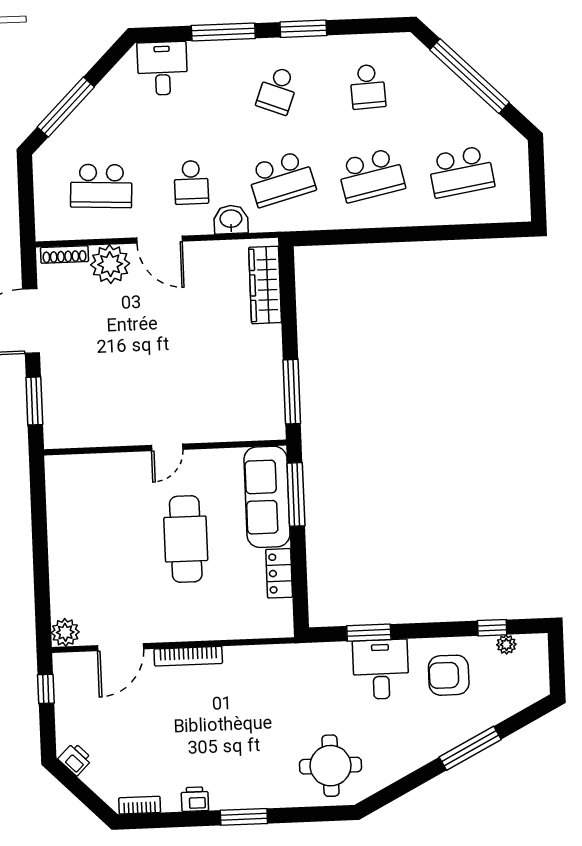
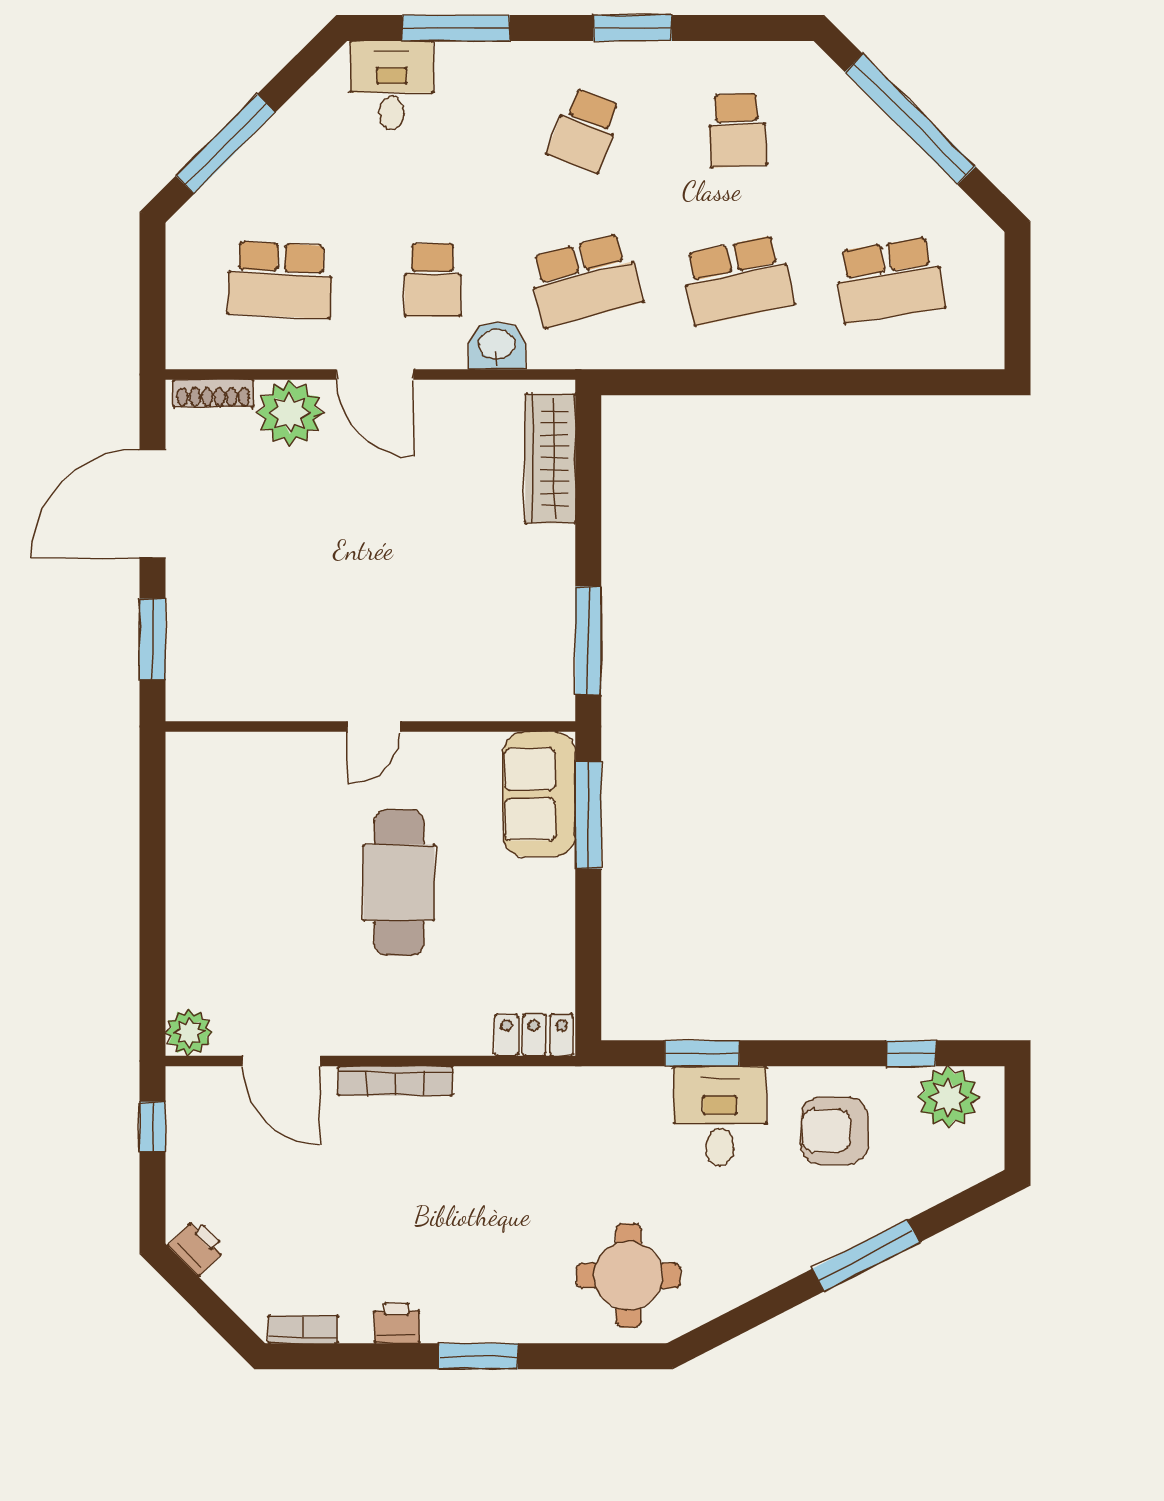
window: (223, 32) -> (456, 28), moved
sofa: (267, 497) -> (539, 794), width x0.73
locker: (279, 573) -> (534, 1035), moved, turned 90
plant: (506, 645) -> (948, 1097), width x1.88, depth x1.88
door: (121, 647) -> (281, 1061), hinge flipped

